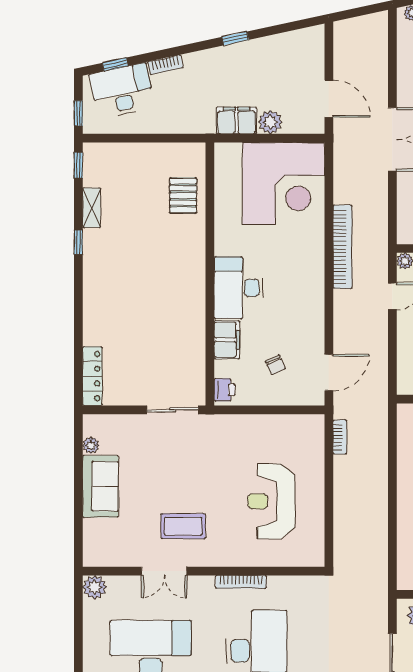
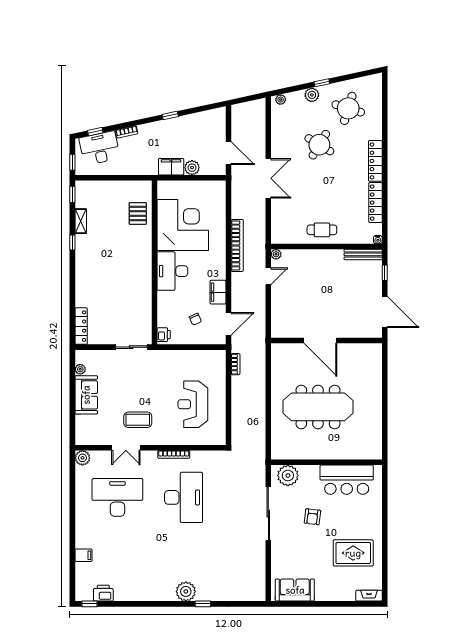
corner desk: (283, 183) -> (183, 225), moved, turned -90
filing cabinet: (227, 340) -> (218, 292), moved, turned 180

